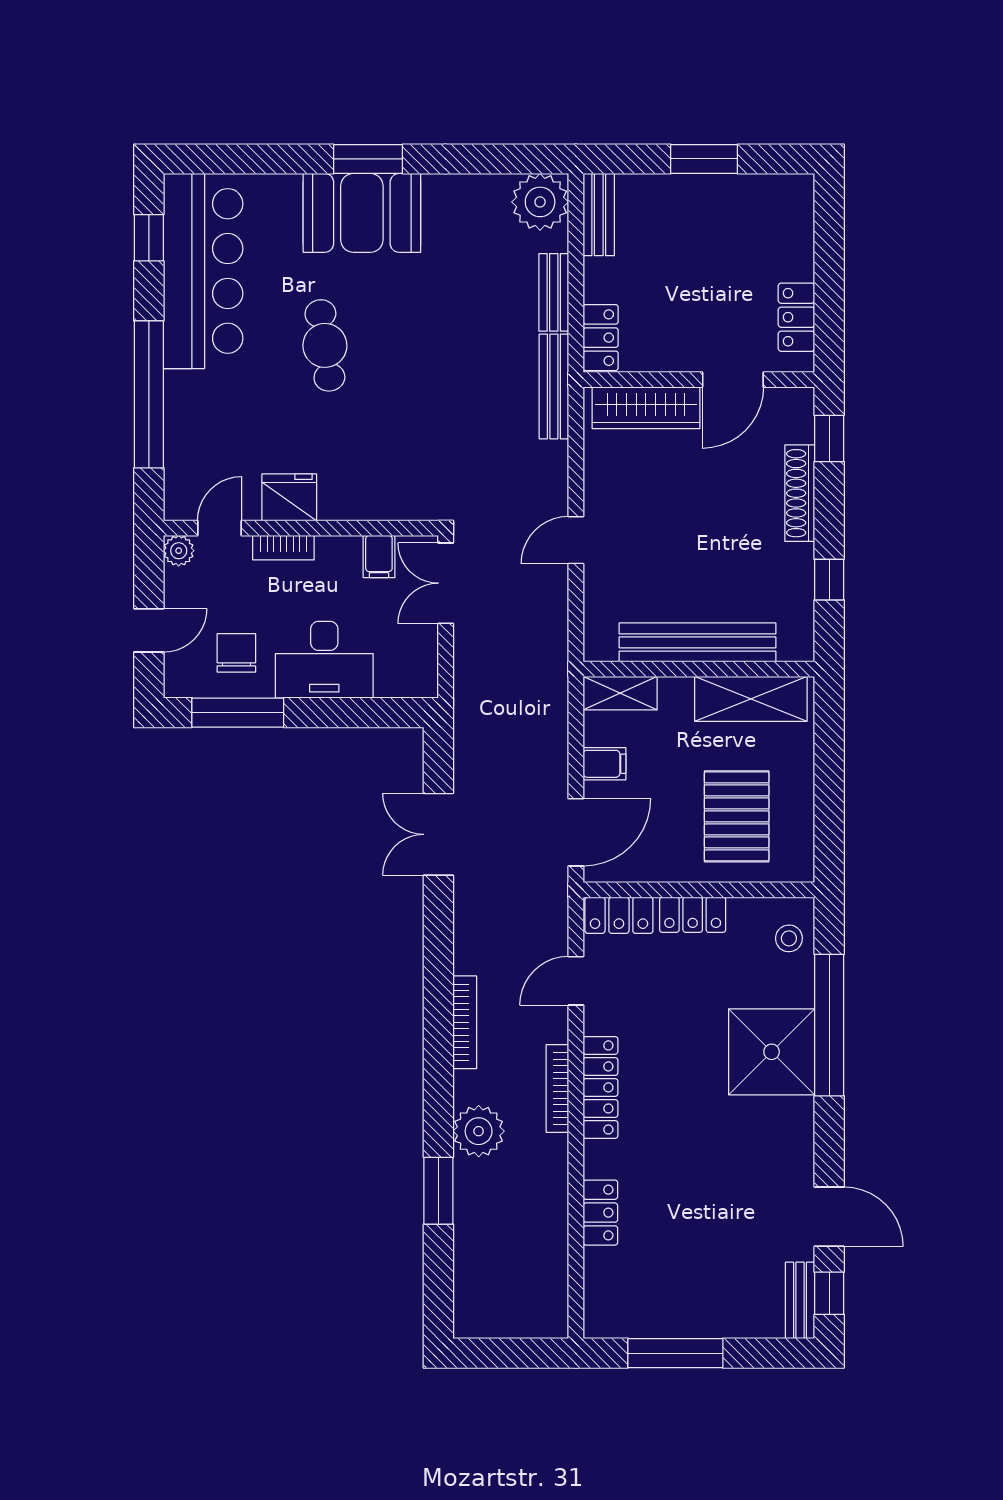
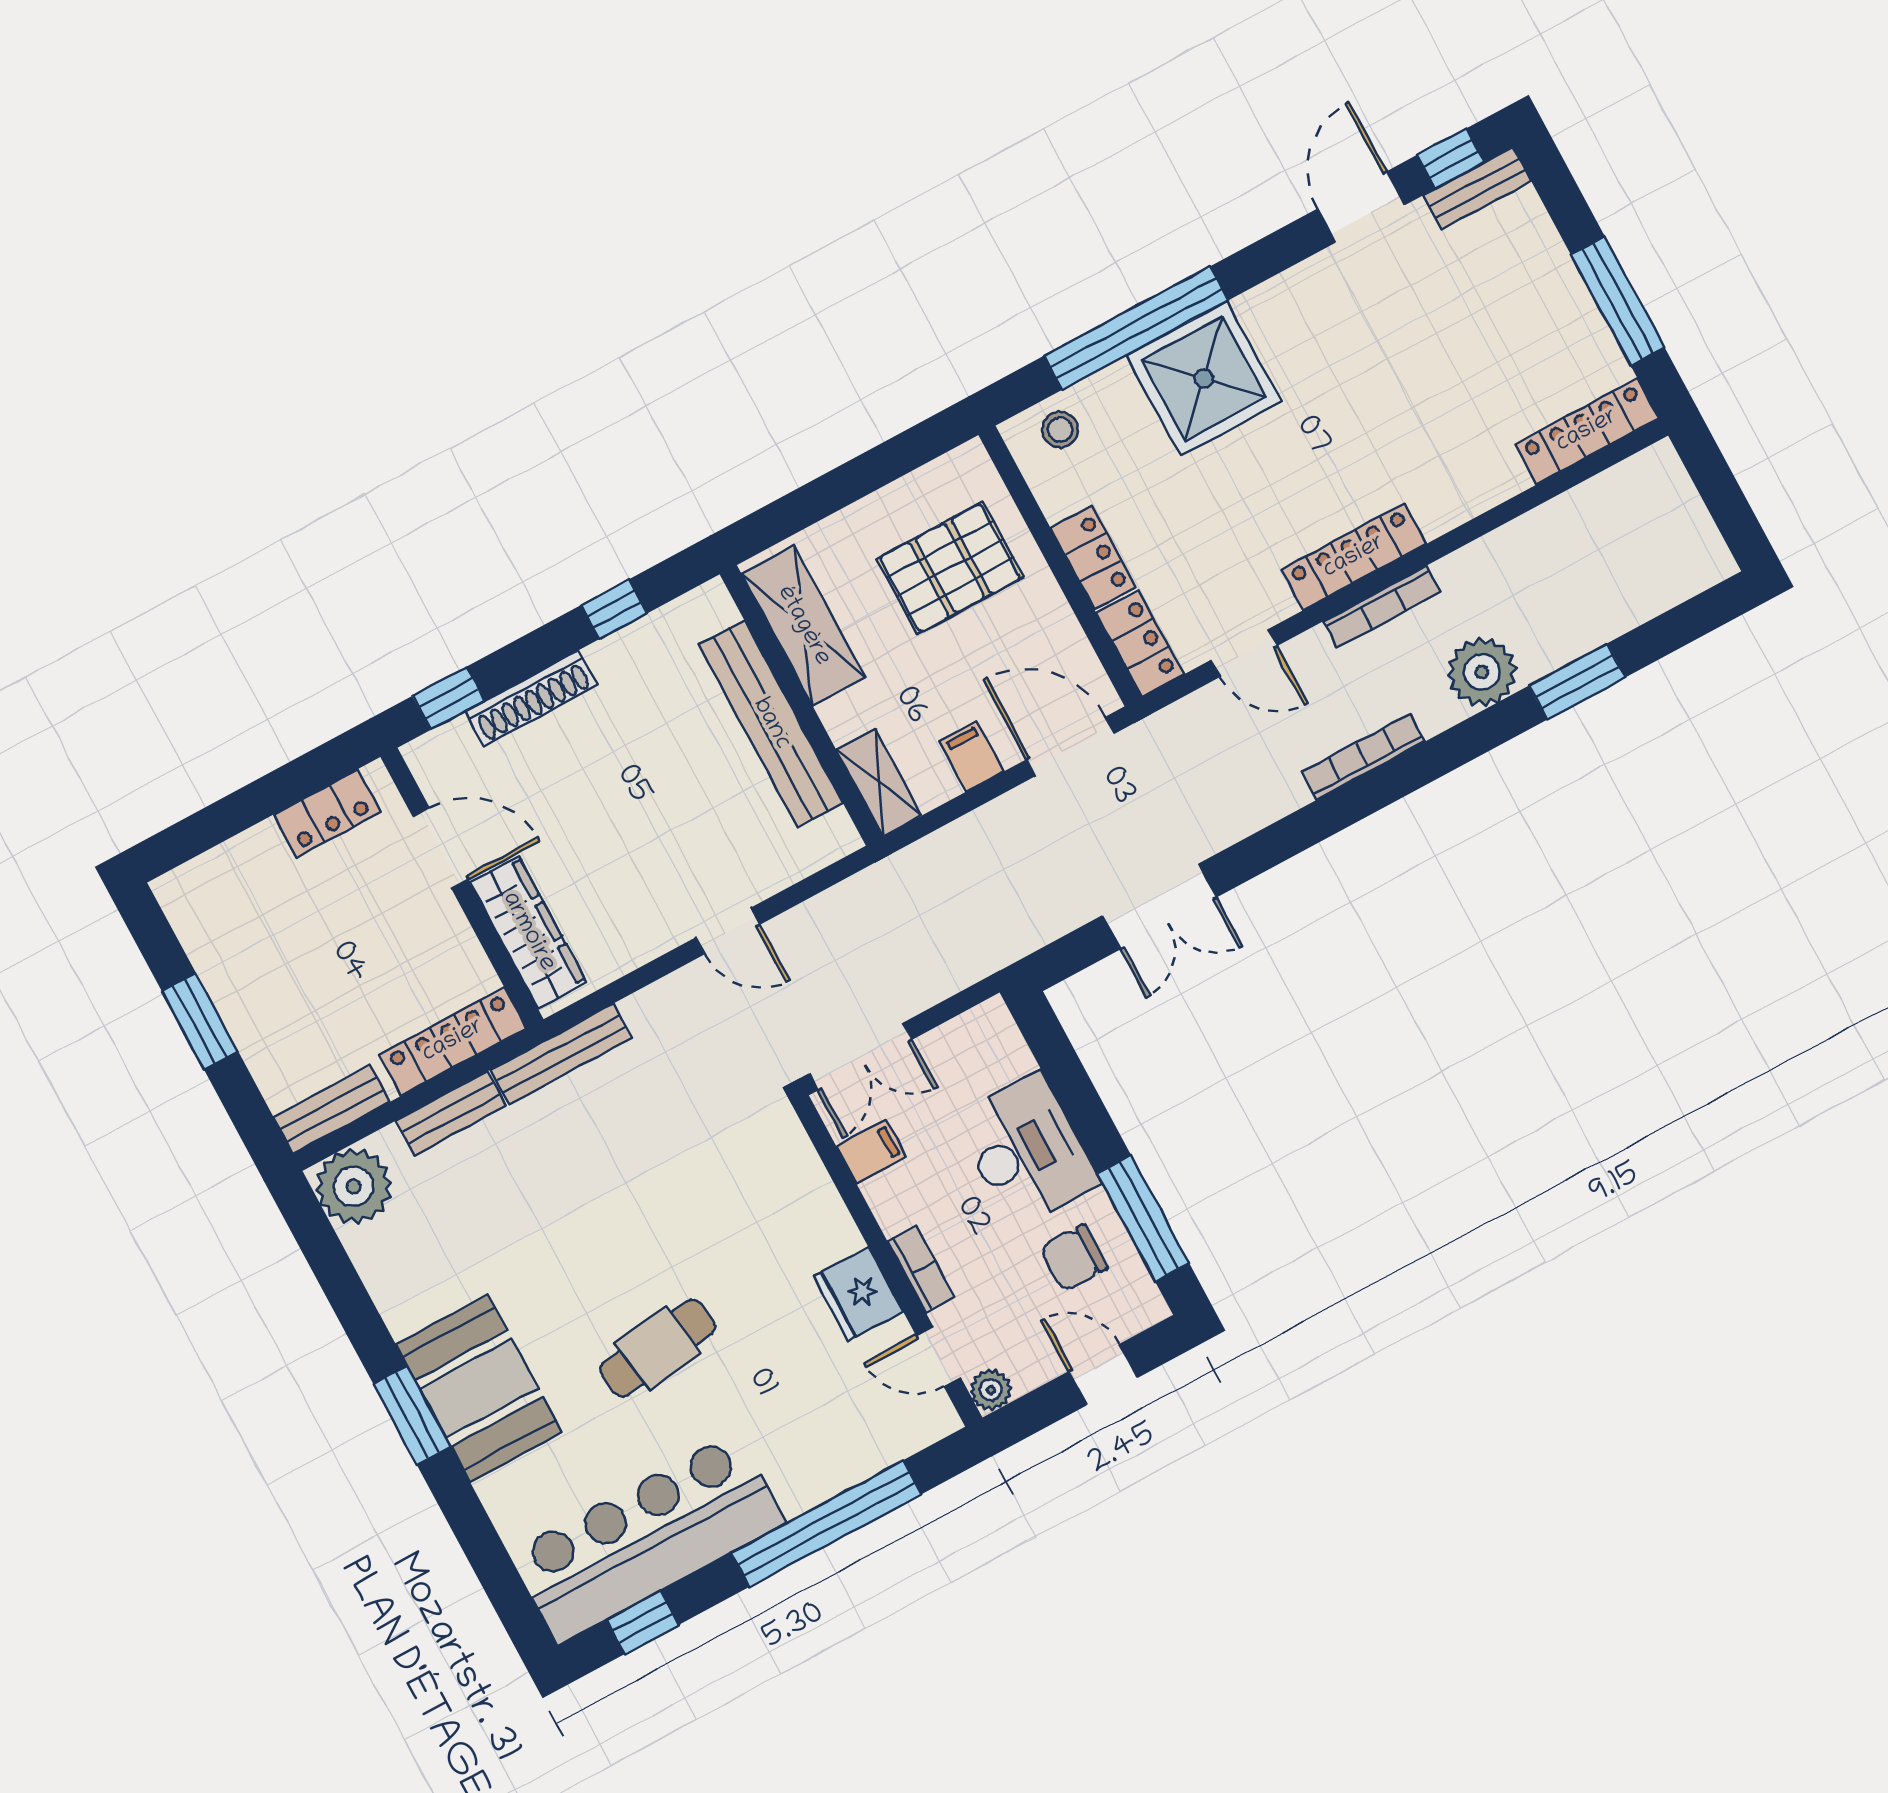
locker: (601, 338) -> (453, 1041), width x1.53
locker: (600, 1213) -> (1587, 431), moved, width x1.53

